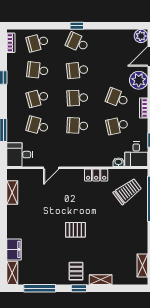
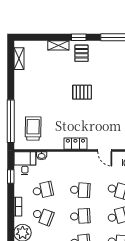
door: (51, 168) -> (105, 151), swing flipped
locker: (96, 175) -> (75, 144), moved
trolley: (127, 191) -> (33, 128), turned 128

